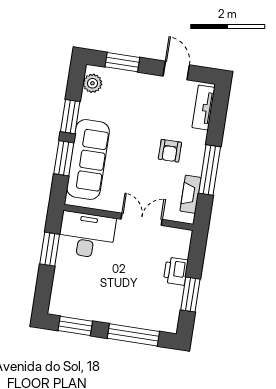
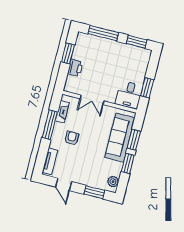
desk: (87, 235) -> (129, 95), width x0.73

